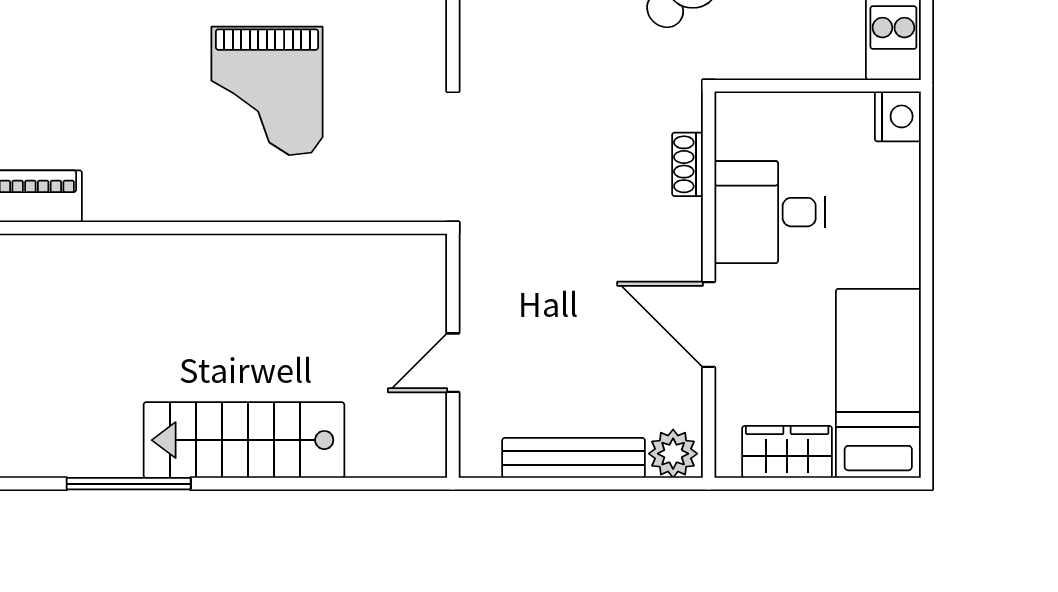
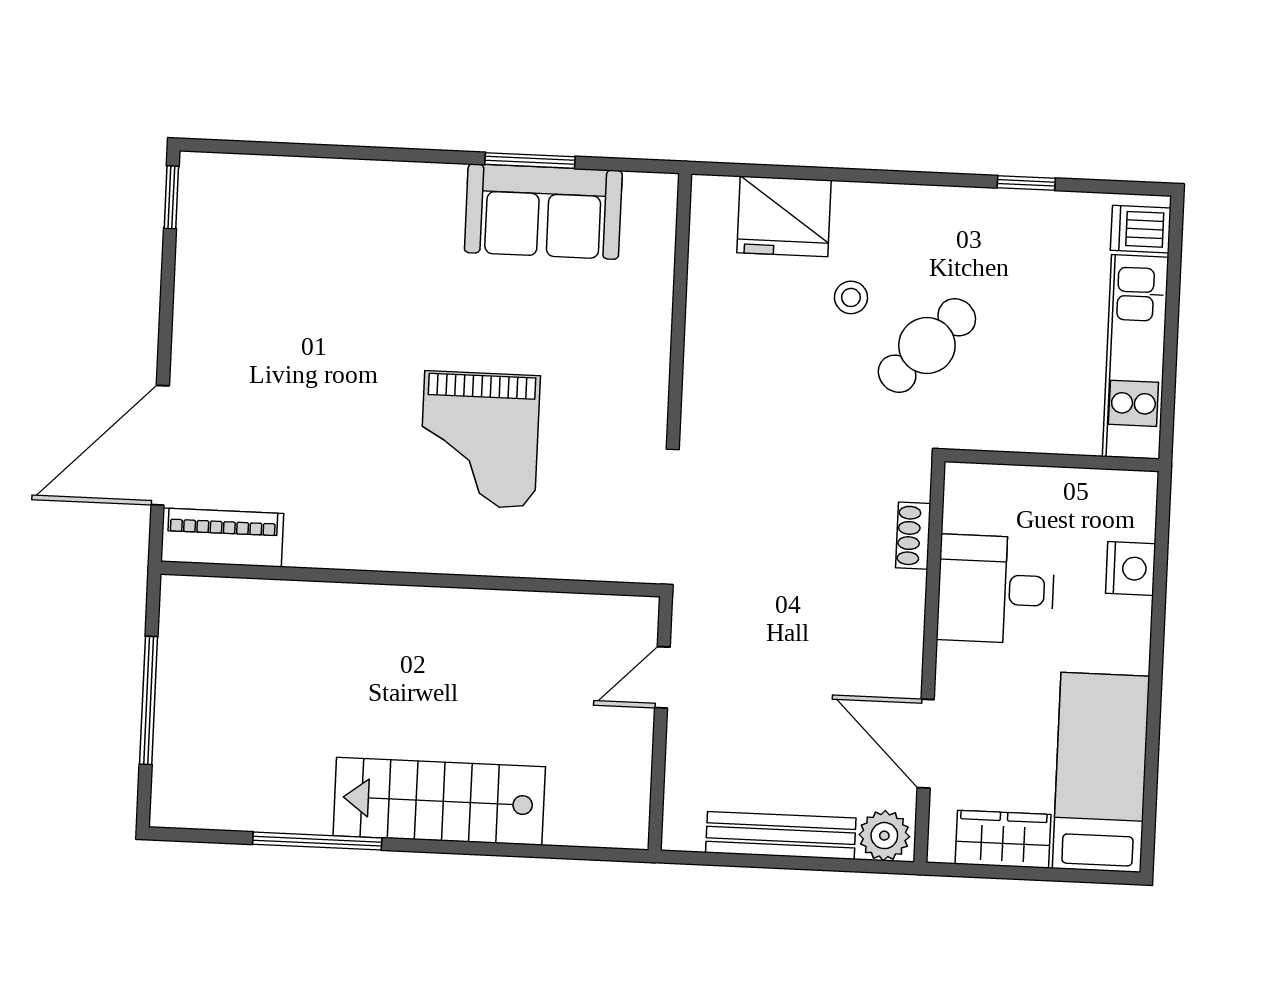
nightstand: (898, 116) -> (1131, 568), moved
door: (709, 325) -> (926, 744), moved
door: (453, 363) -> (662, 677), moved

